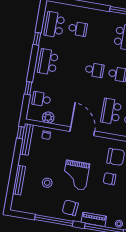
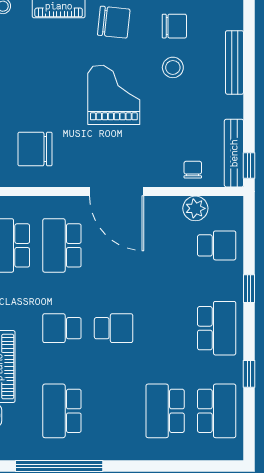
school desk: (78, 29) -> (165, 411), width x1.85
school desk: (94, 70) -> (114, 328), turned 180
window: (28, 88) -> (249, 289), moved
school desk: (111, 111) -> (62, 245), turned 180
chair: (110, 179) -> (174, 26), moved

